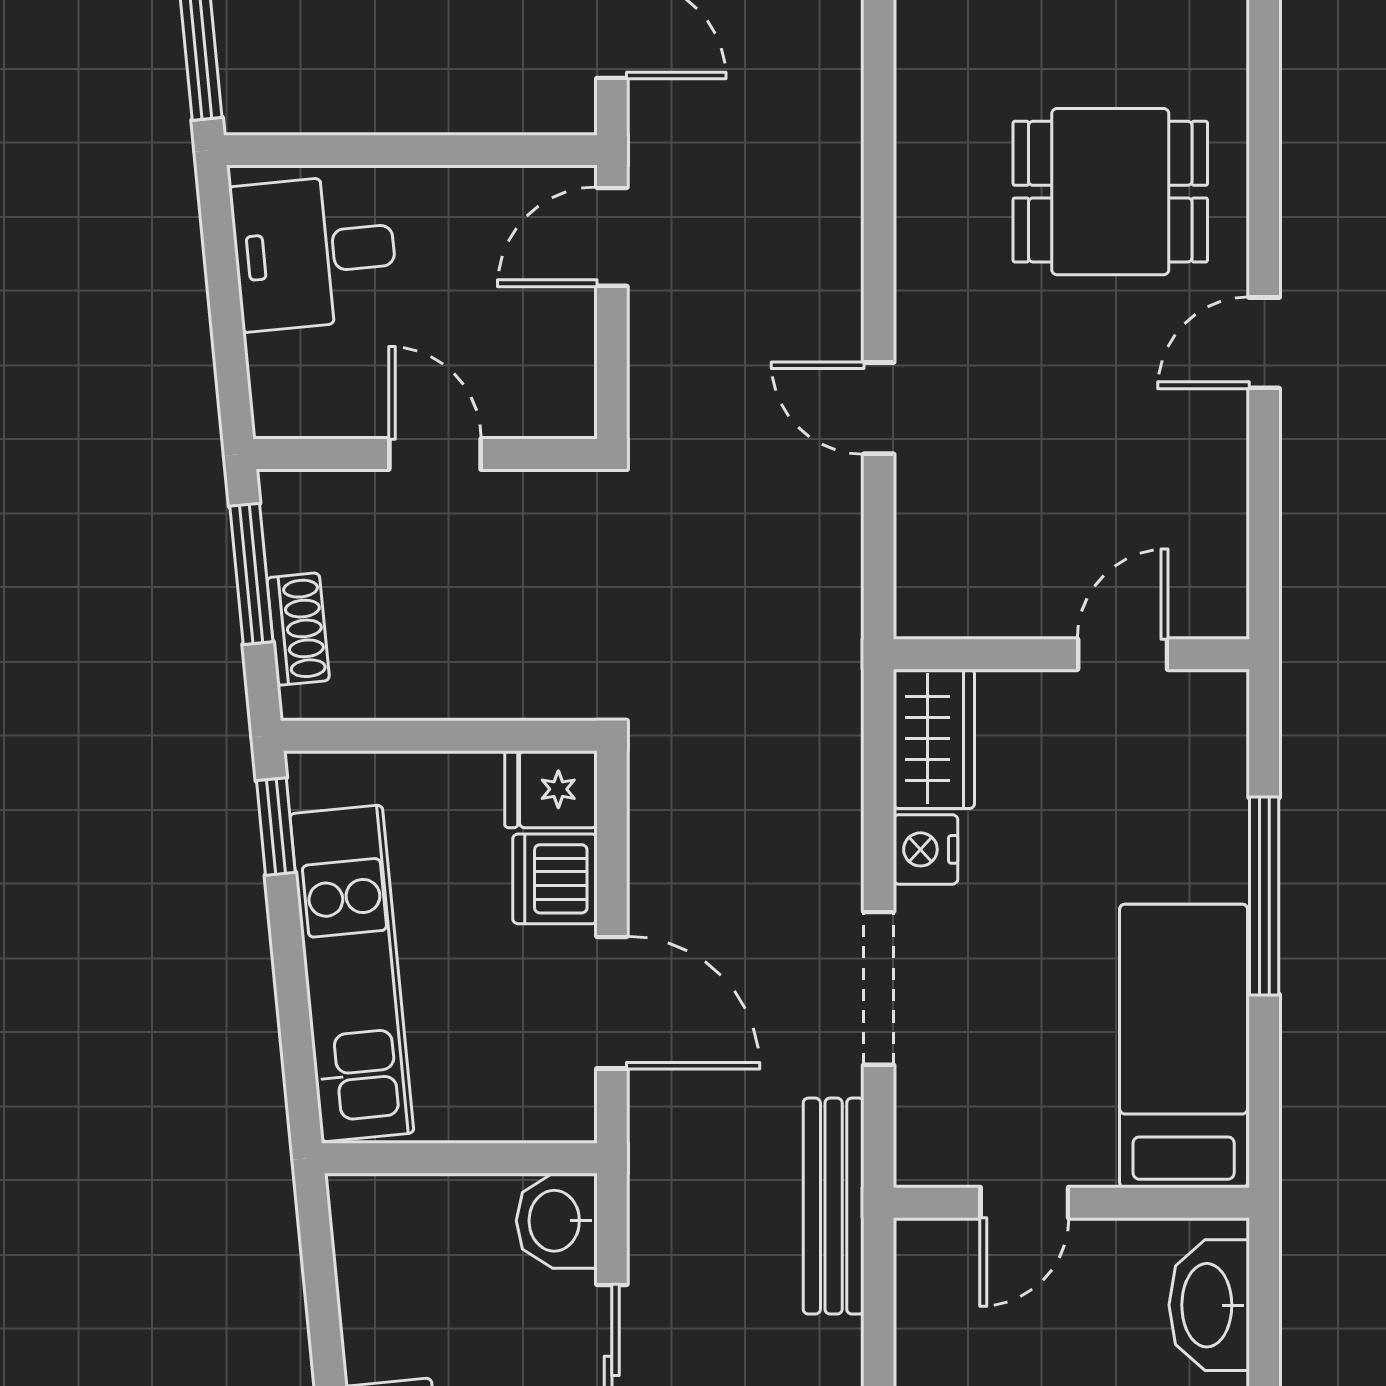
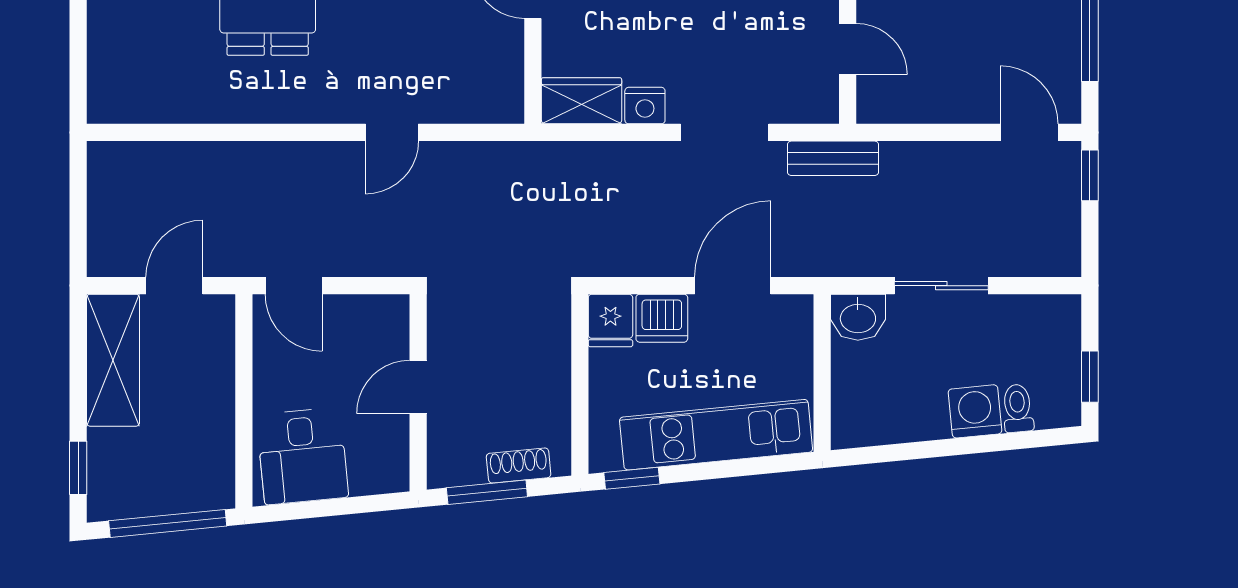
bench: (834, 1206) -> (833, 158), width x0.73

